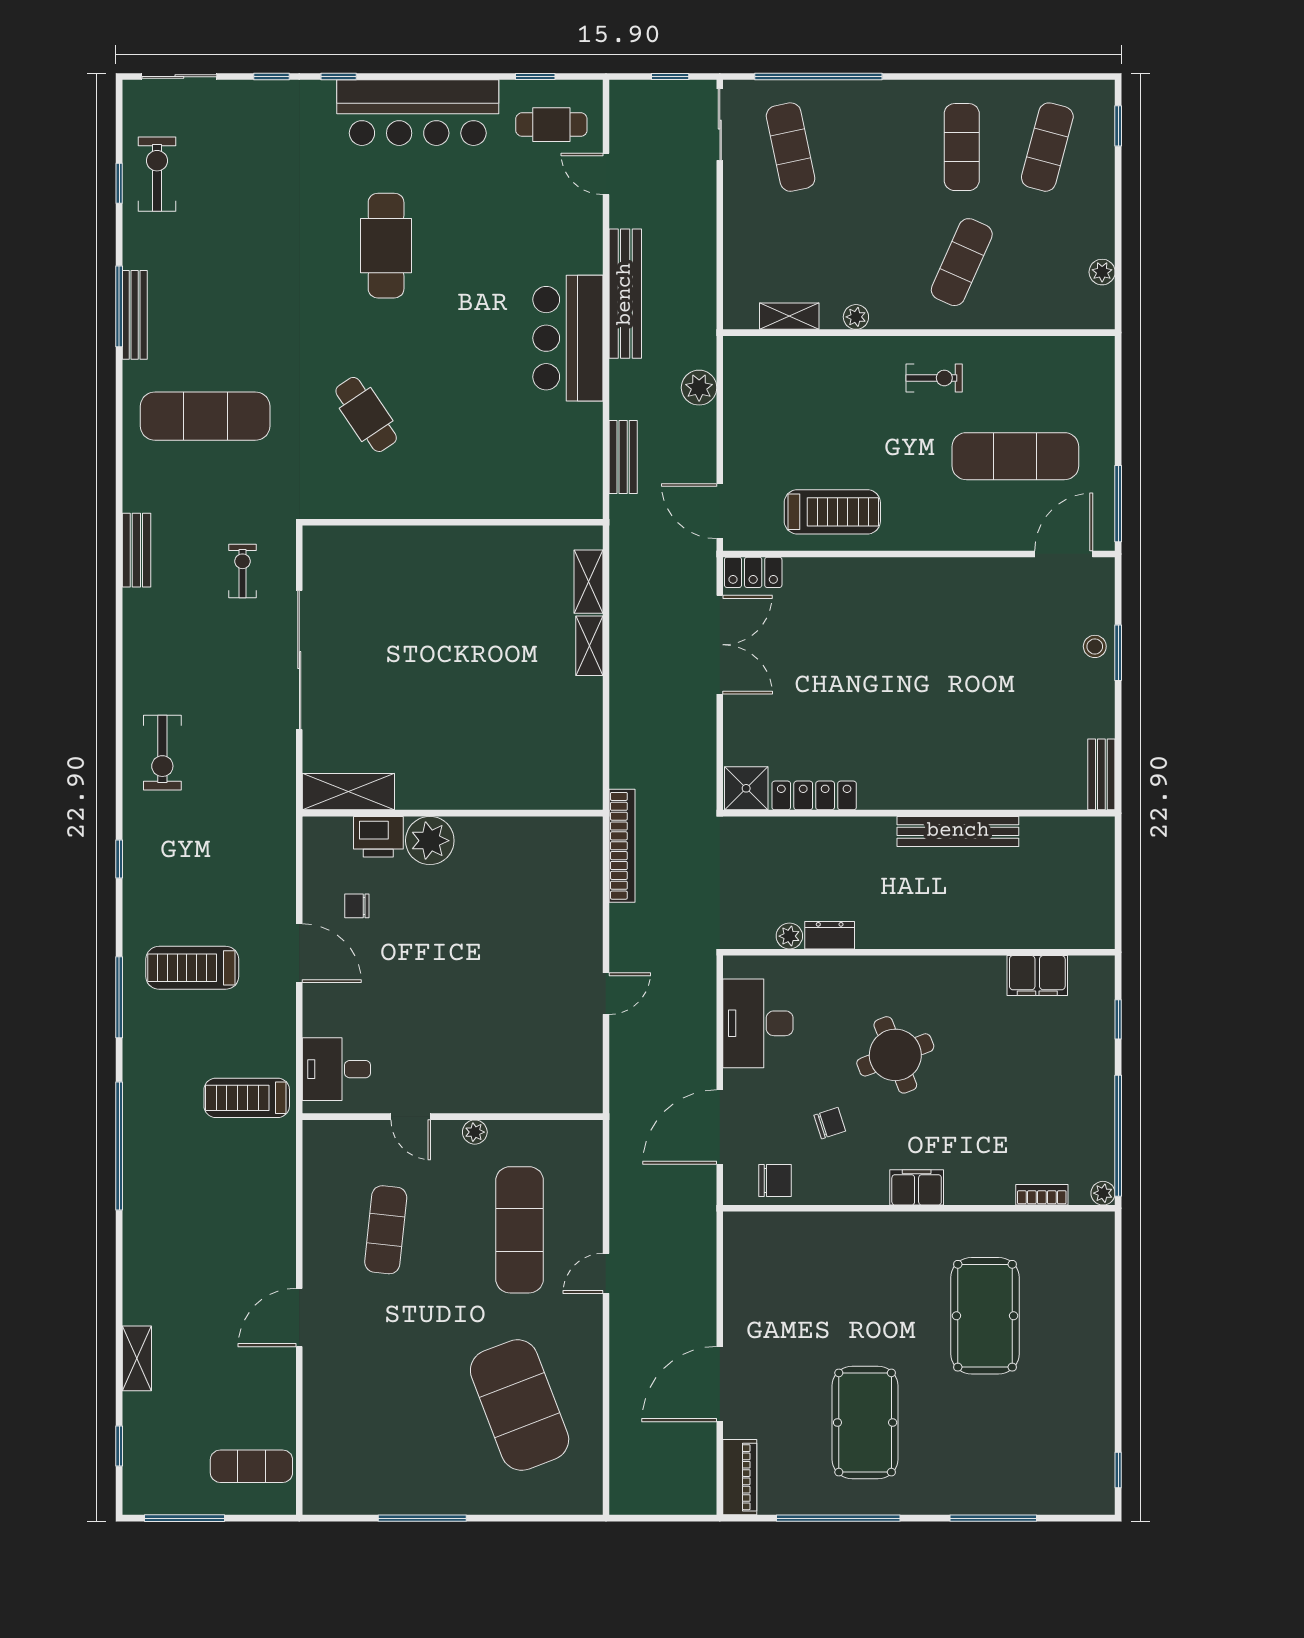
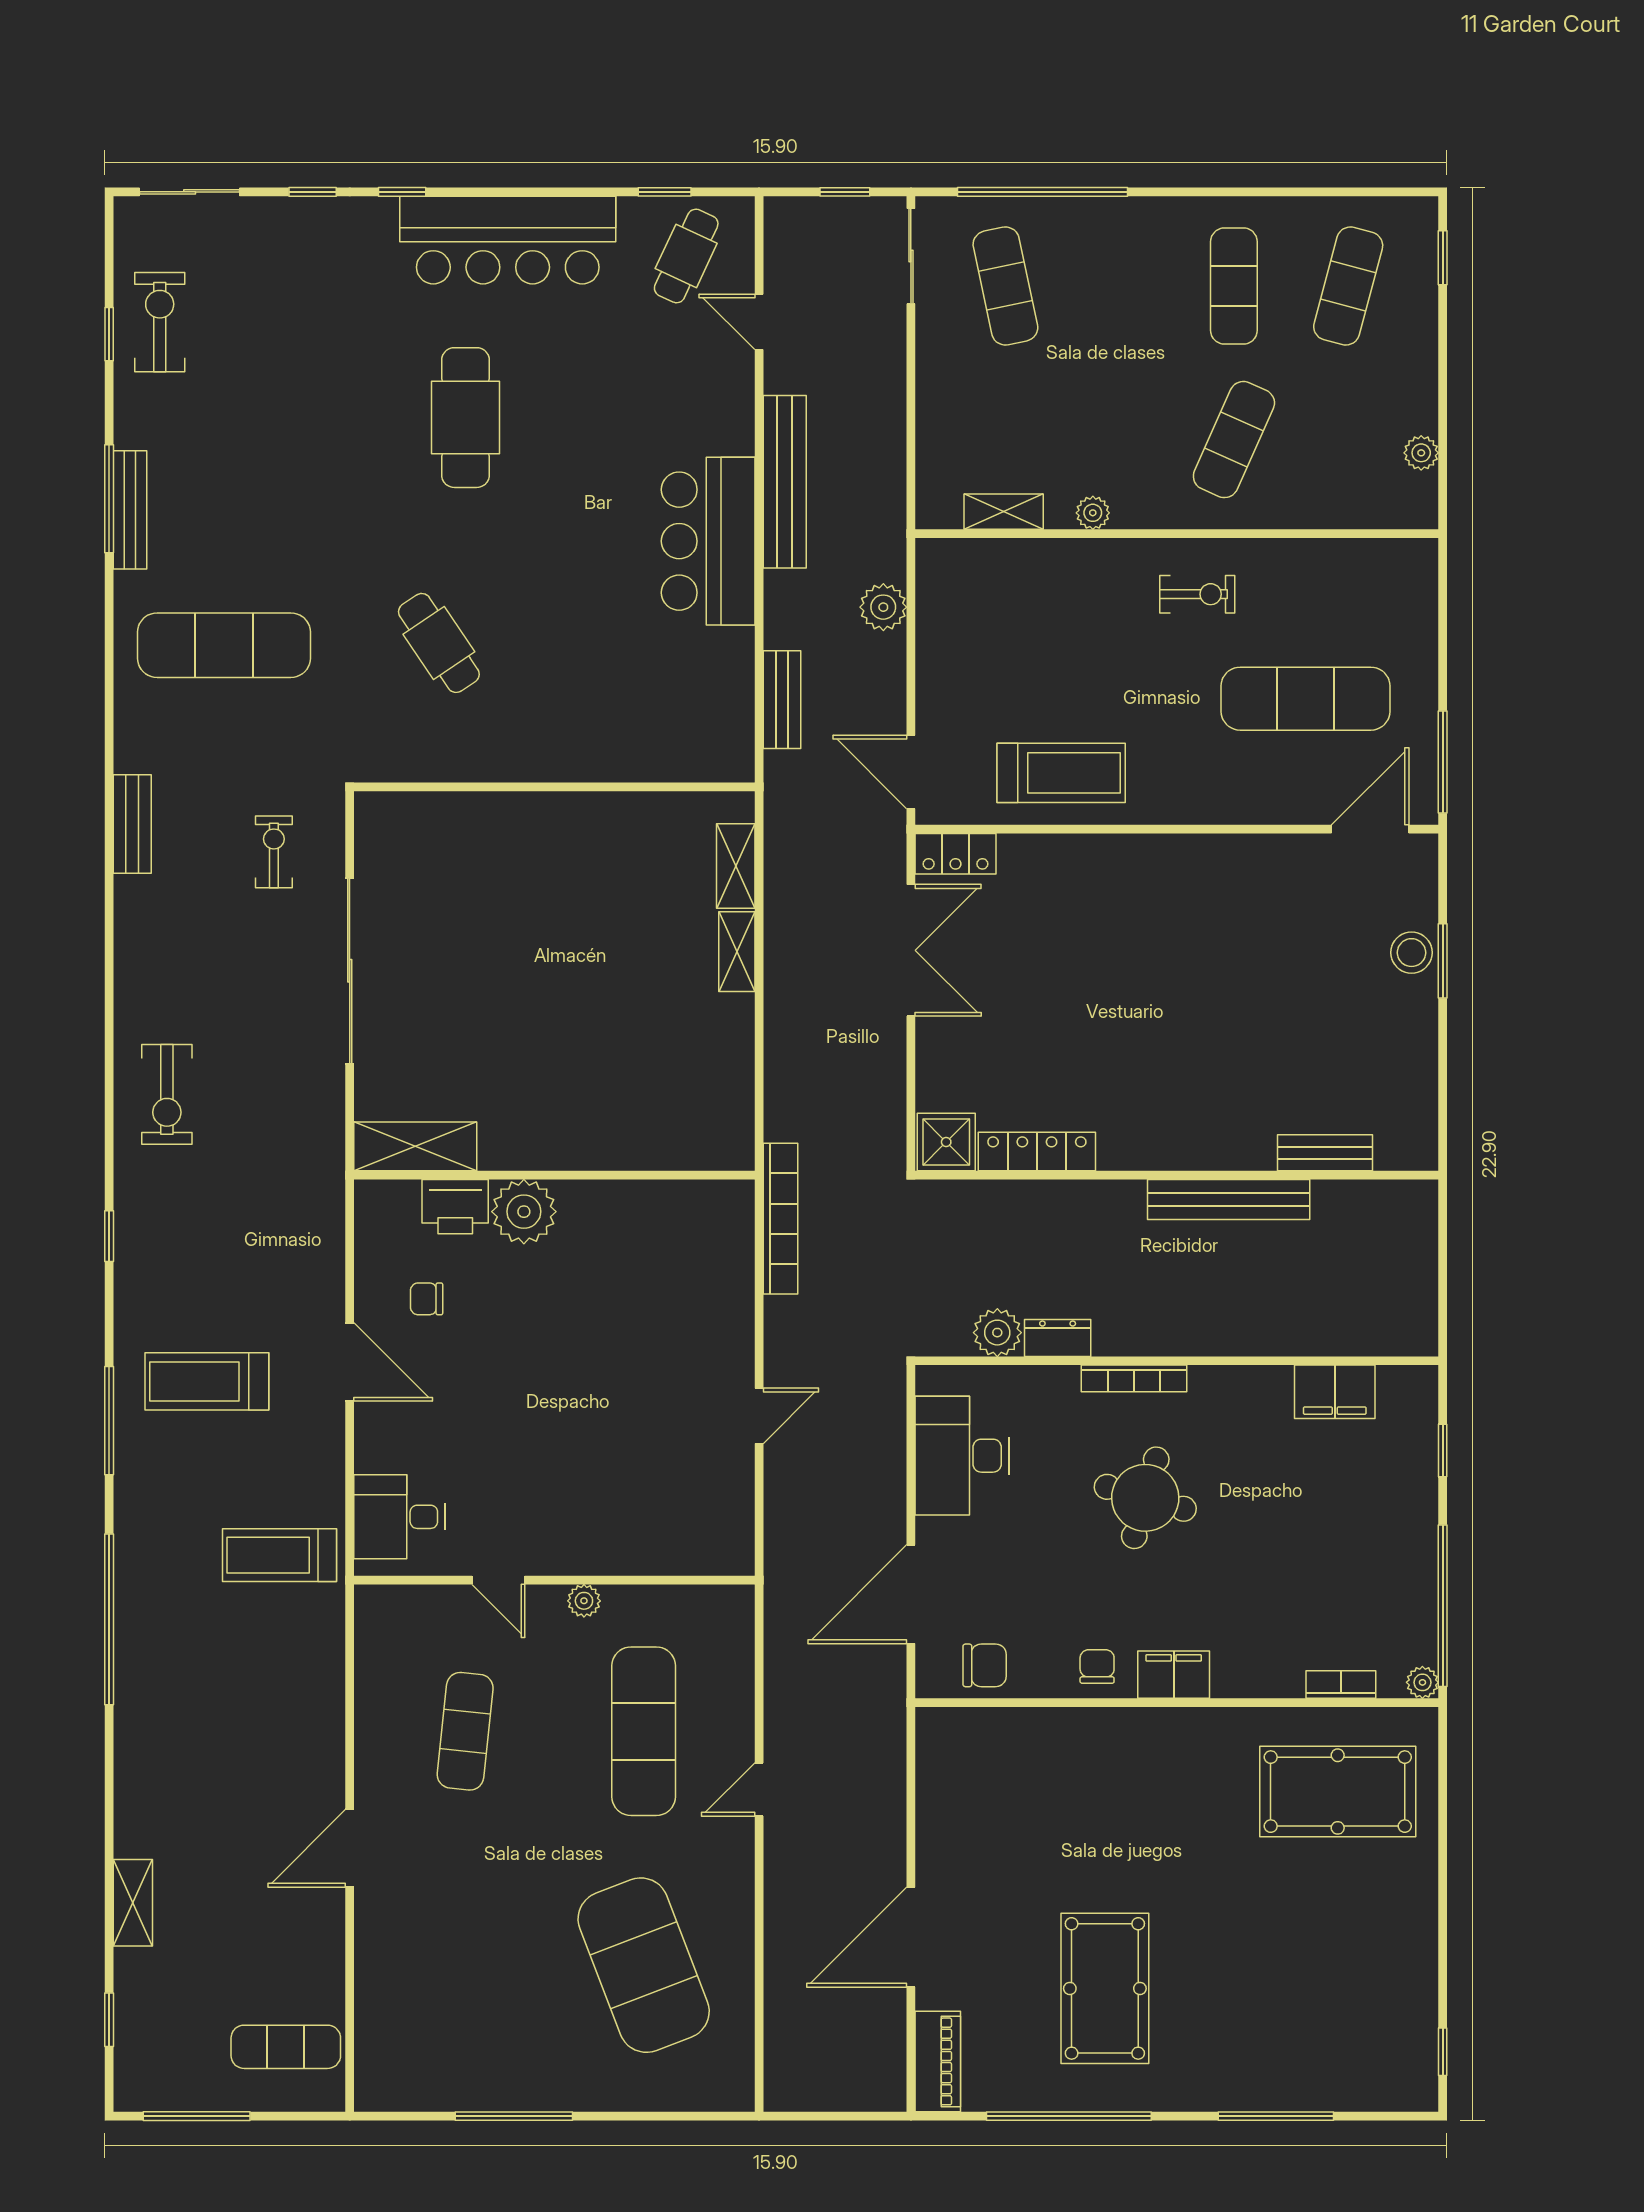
cafe table: (551, 125) -> (686, 256), turned -65
stool: (1095, 646) -> (1411, 953), width x1.37, depth x1.37
bench: (1101, 774) -> (1325, 1153), moved, turned 90
plant: (789, 936) -> (997, 1333), width x1.38, depth x1.38
bookcase: (887, 966) -> (1134, 1378), added
round table: (895, 1055) -> (1145, 1498), turned 37
chair: (830, 1123) -> (1097, 1666), moved, turned -72
pool table: (985, 1316) -> (1338, 1792), moved, turned 90

